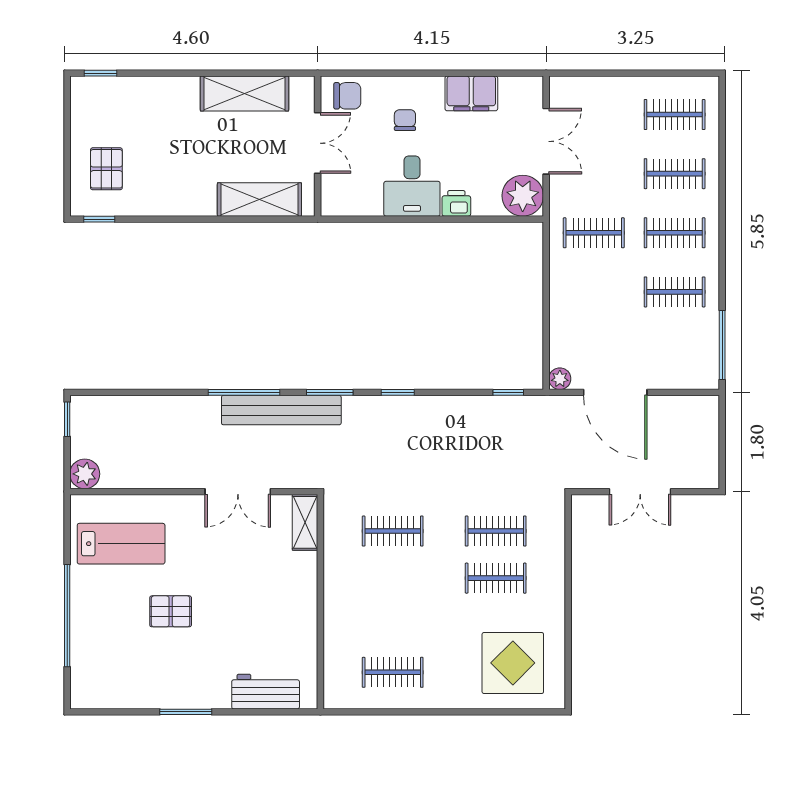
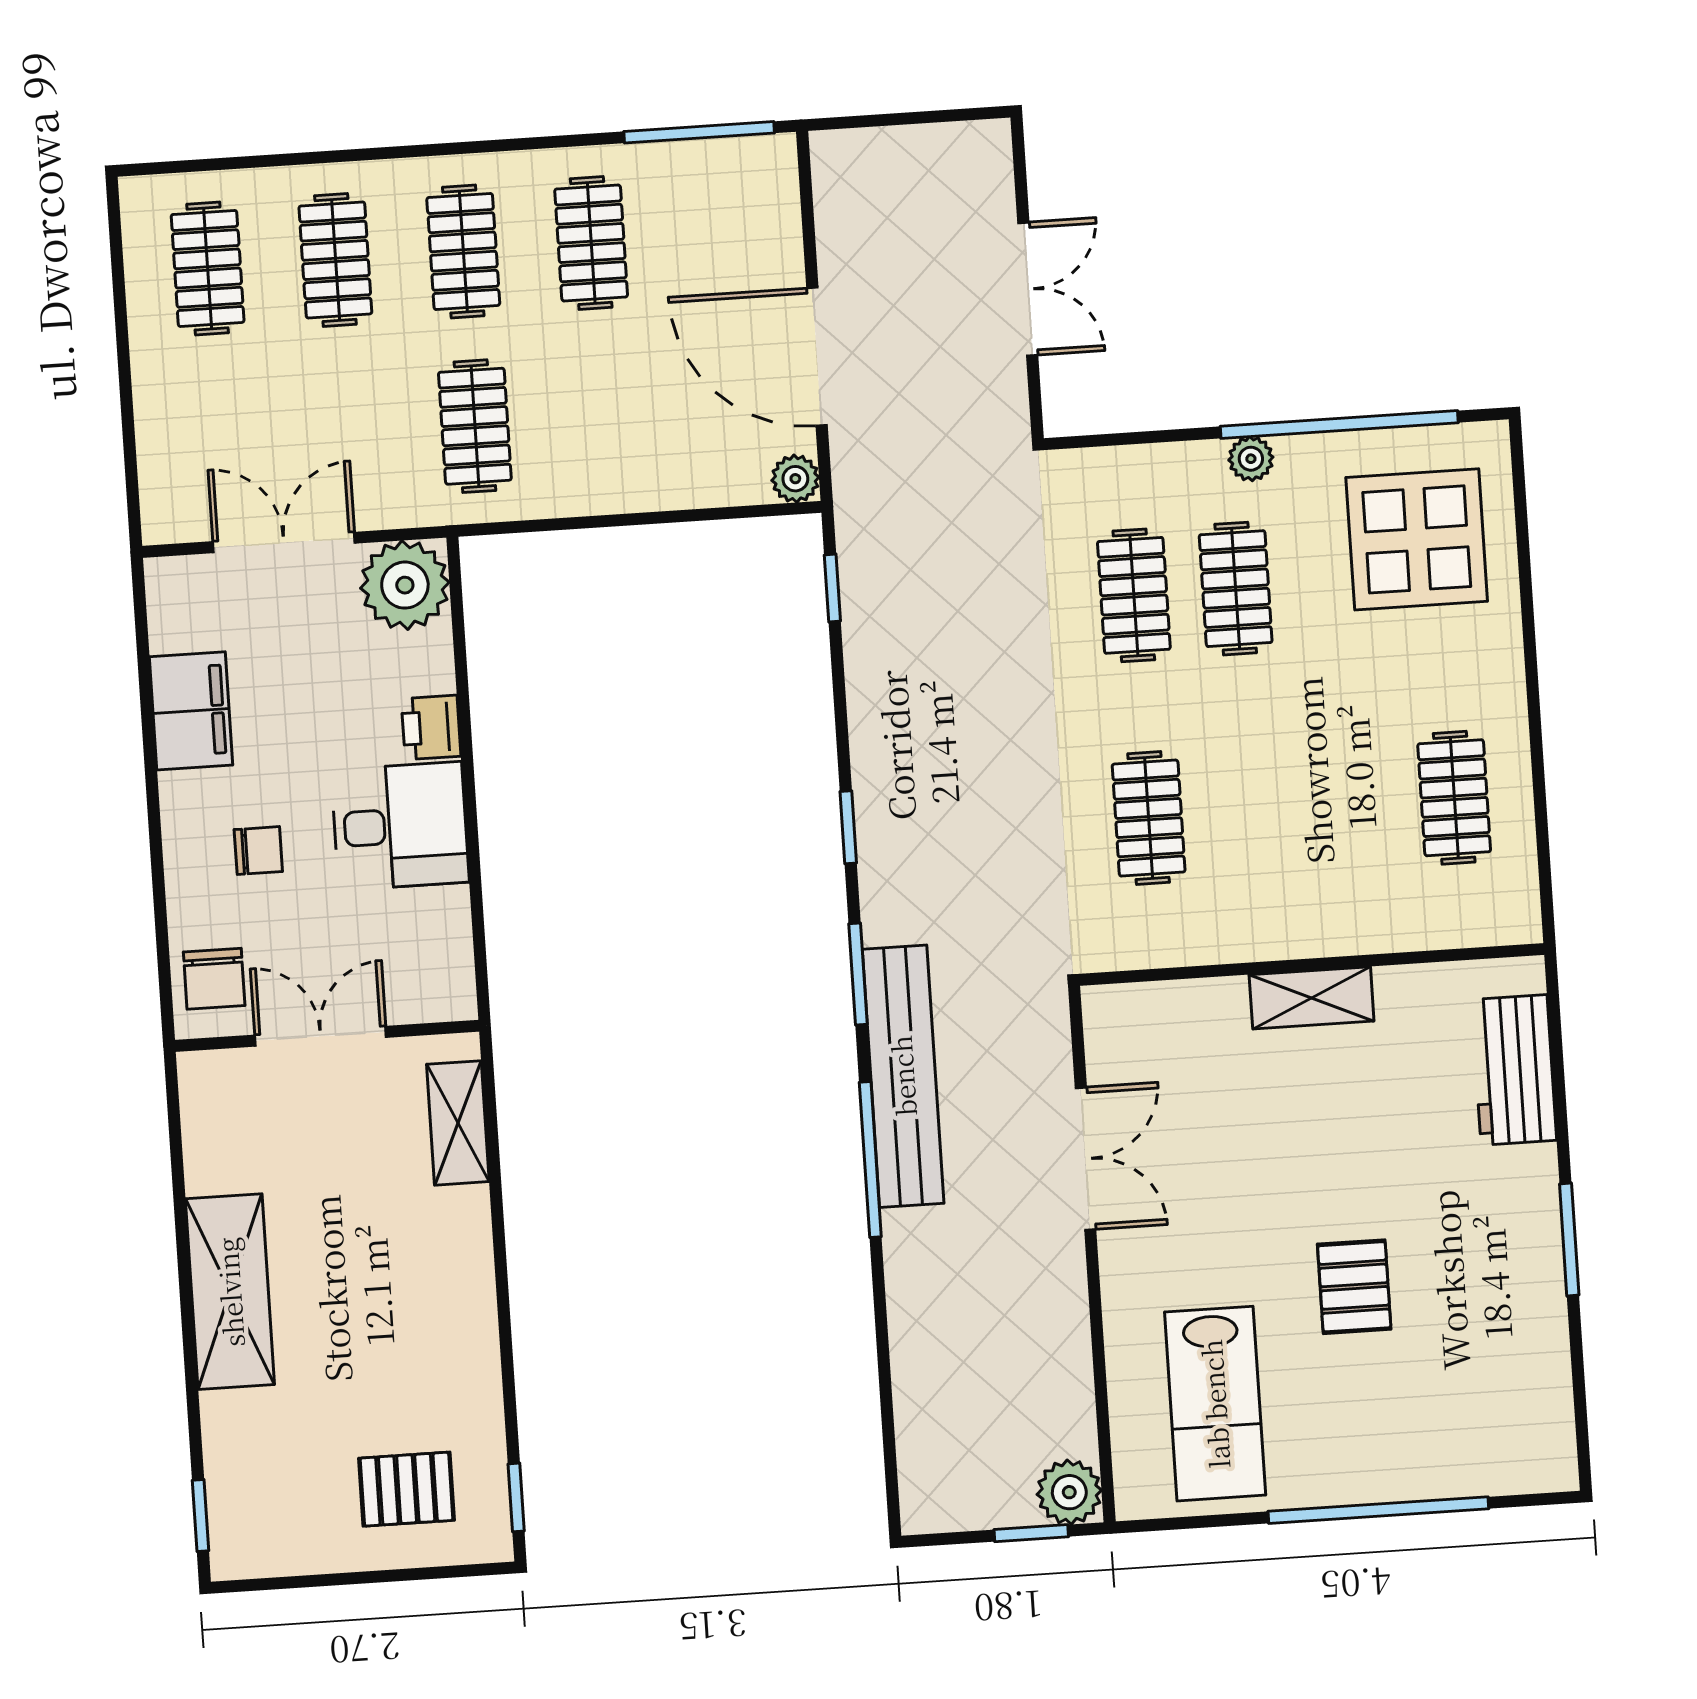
shelving: (244, 94) -> (230, 1292), moved
chair: (347, 96) -> (214, 979), turned 180
chair: (405, 120) -> (258, 851), turned 180
shelving: (259, 199) -> (458, 1123), width x0.67, depth x0.75
door: (615, 392) -> (817, 357), swing flipped
window: (67, 419) -> (1031, 1533), moved
shelving: (305, 522) -> (1312, 998), moved
lab bench: (121, 544) -> (1215, 1404), turned 180
plant: (555, 589) -> (1251, 459), added
window: (568, 631) -> (1339, 425), added

